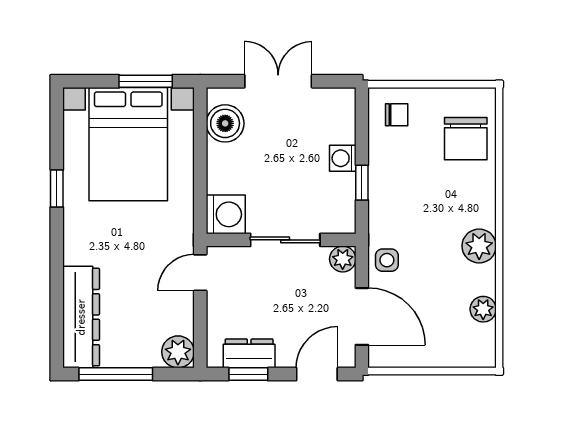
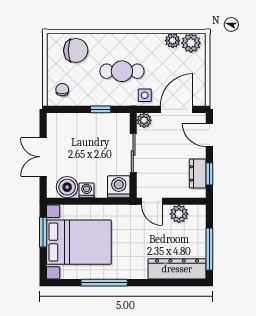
washing machine: (343, 158) -> (87, 190), moved, turned 180
window: (57, 189) -> (104, 283), width x2.17
cafe table: (429, 220) -> (122, 71), added
plant: (479, 246) -> (191, 43), moved
plant: (178, 352) -> (179, 214), moved

